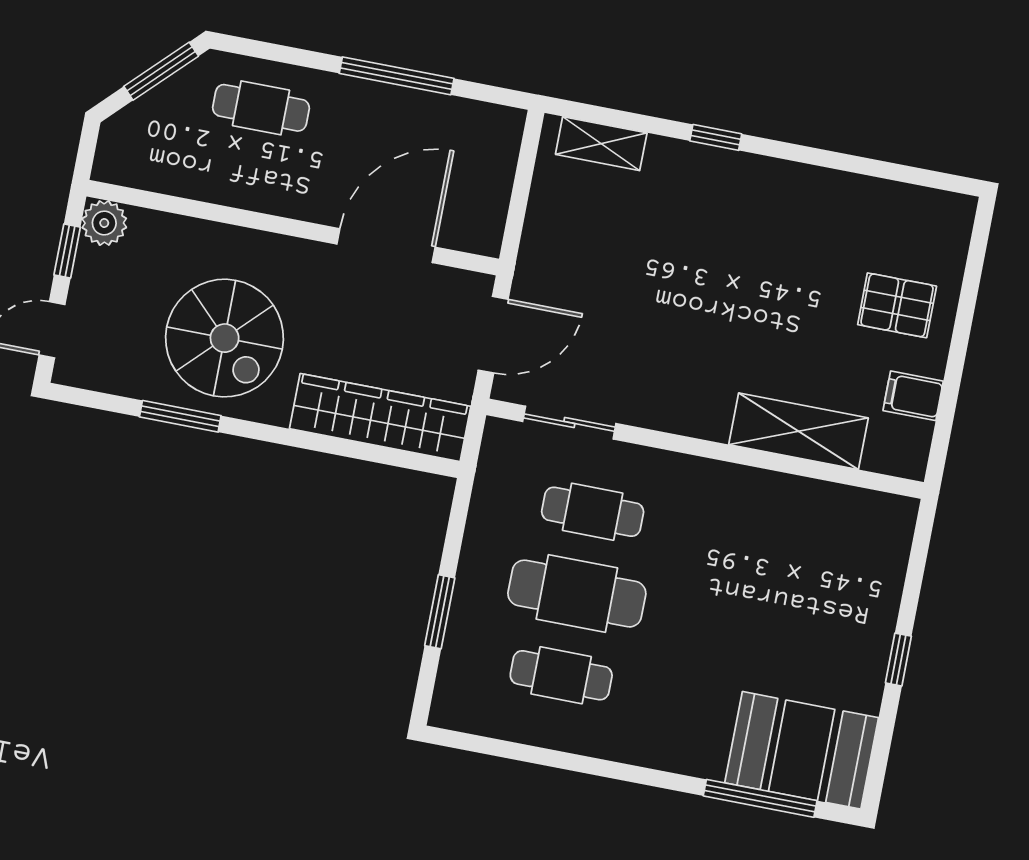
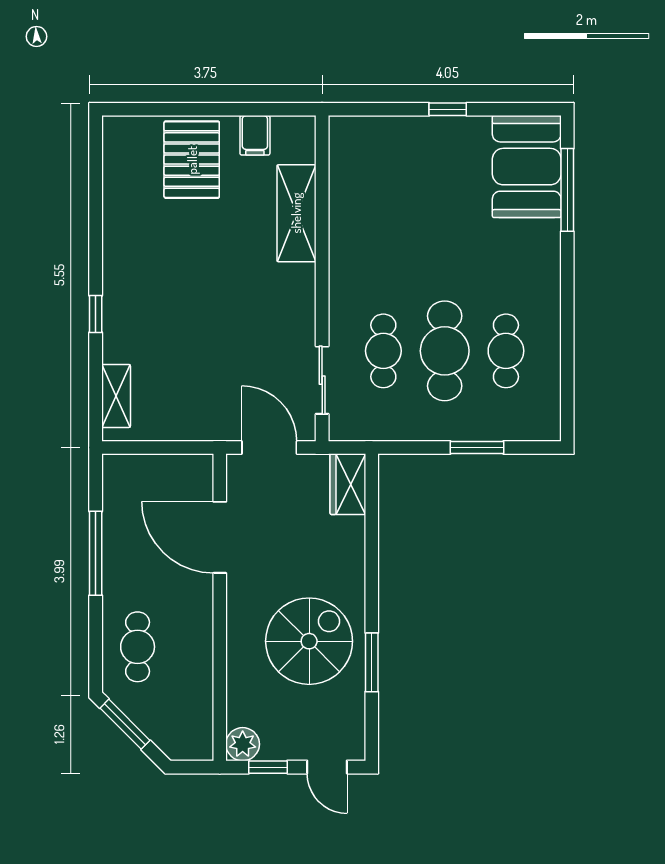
pallet: (897, 305) -> (192, 160), width x1.50, depth x1.42
wardrobe: (380, 417) -> (348, 484), width x0.48, depth x0.85

